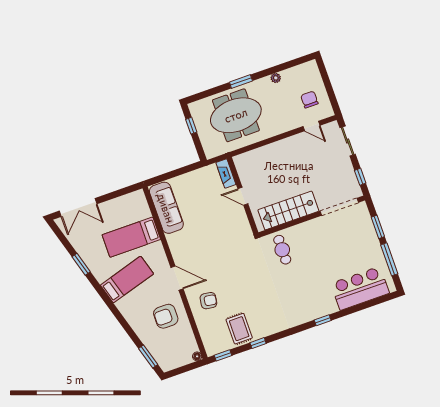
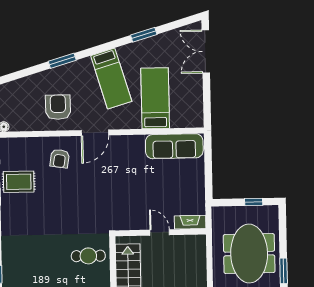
door: (243, 196) -> (160, 232), hinge flipped
window: (148, 356) -> (62, 61), moved

